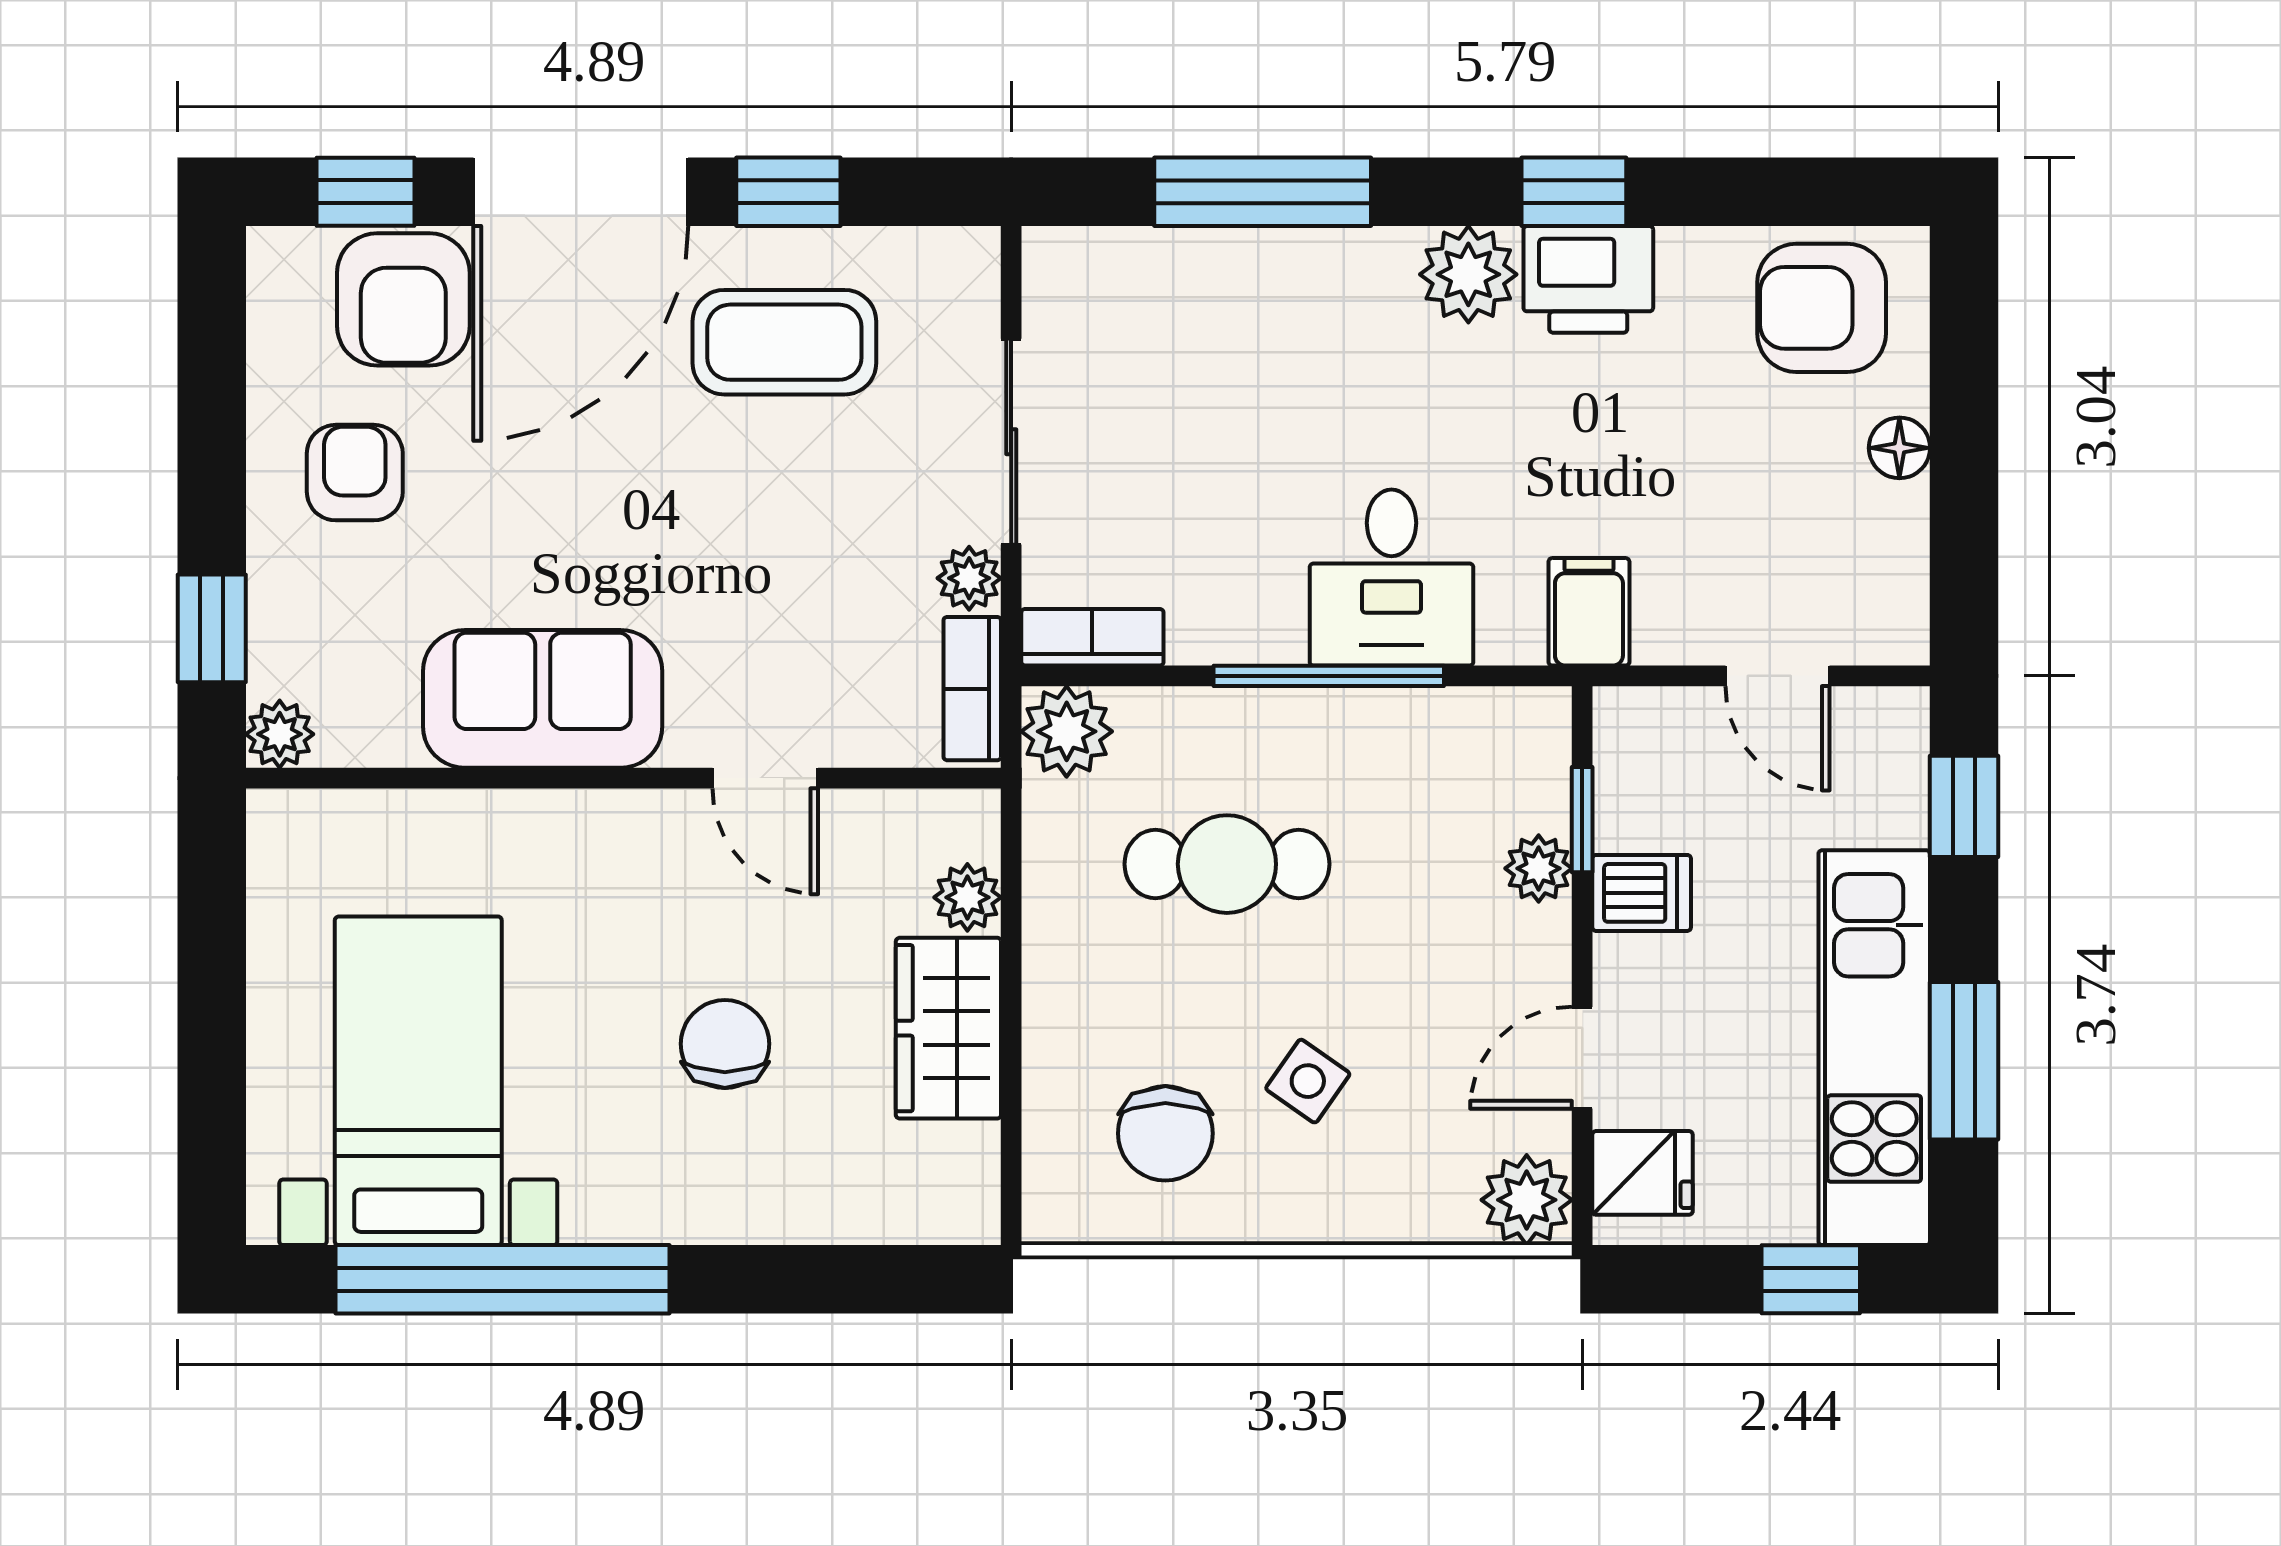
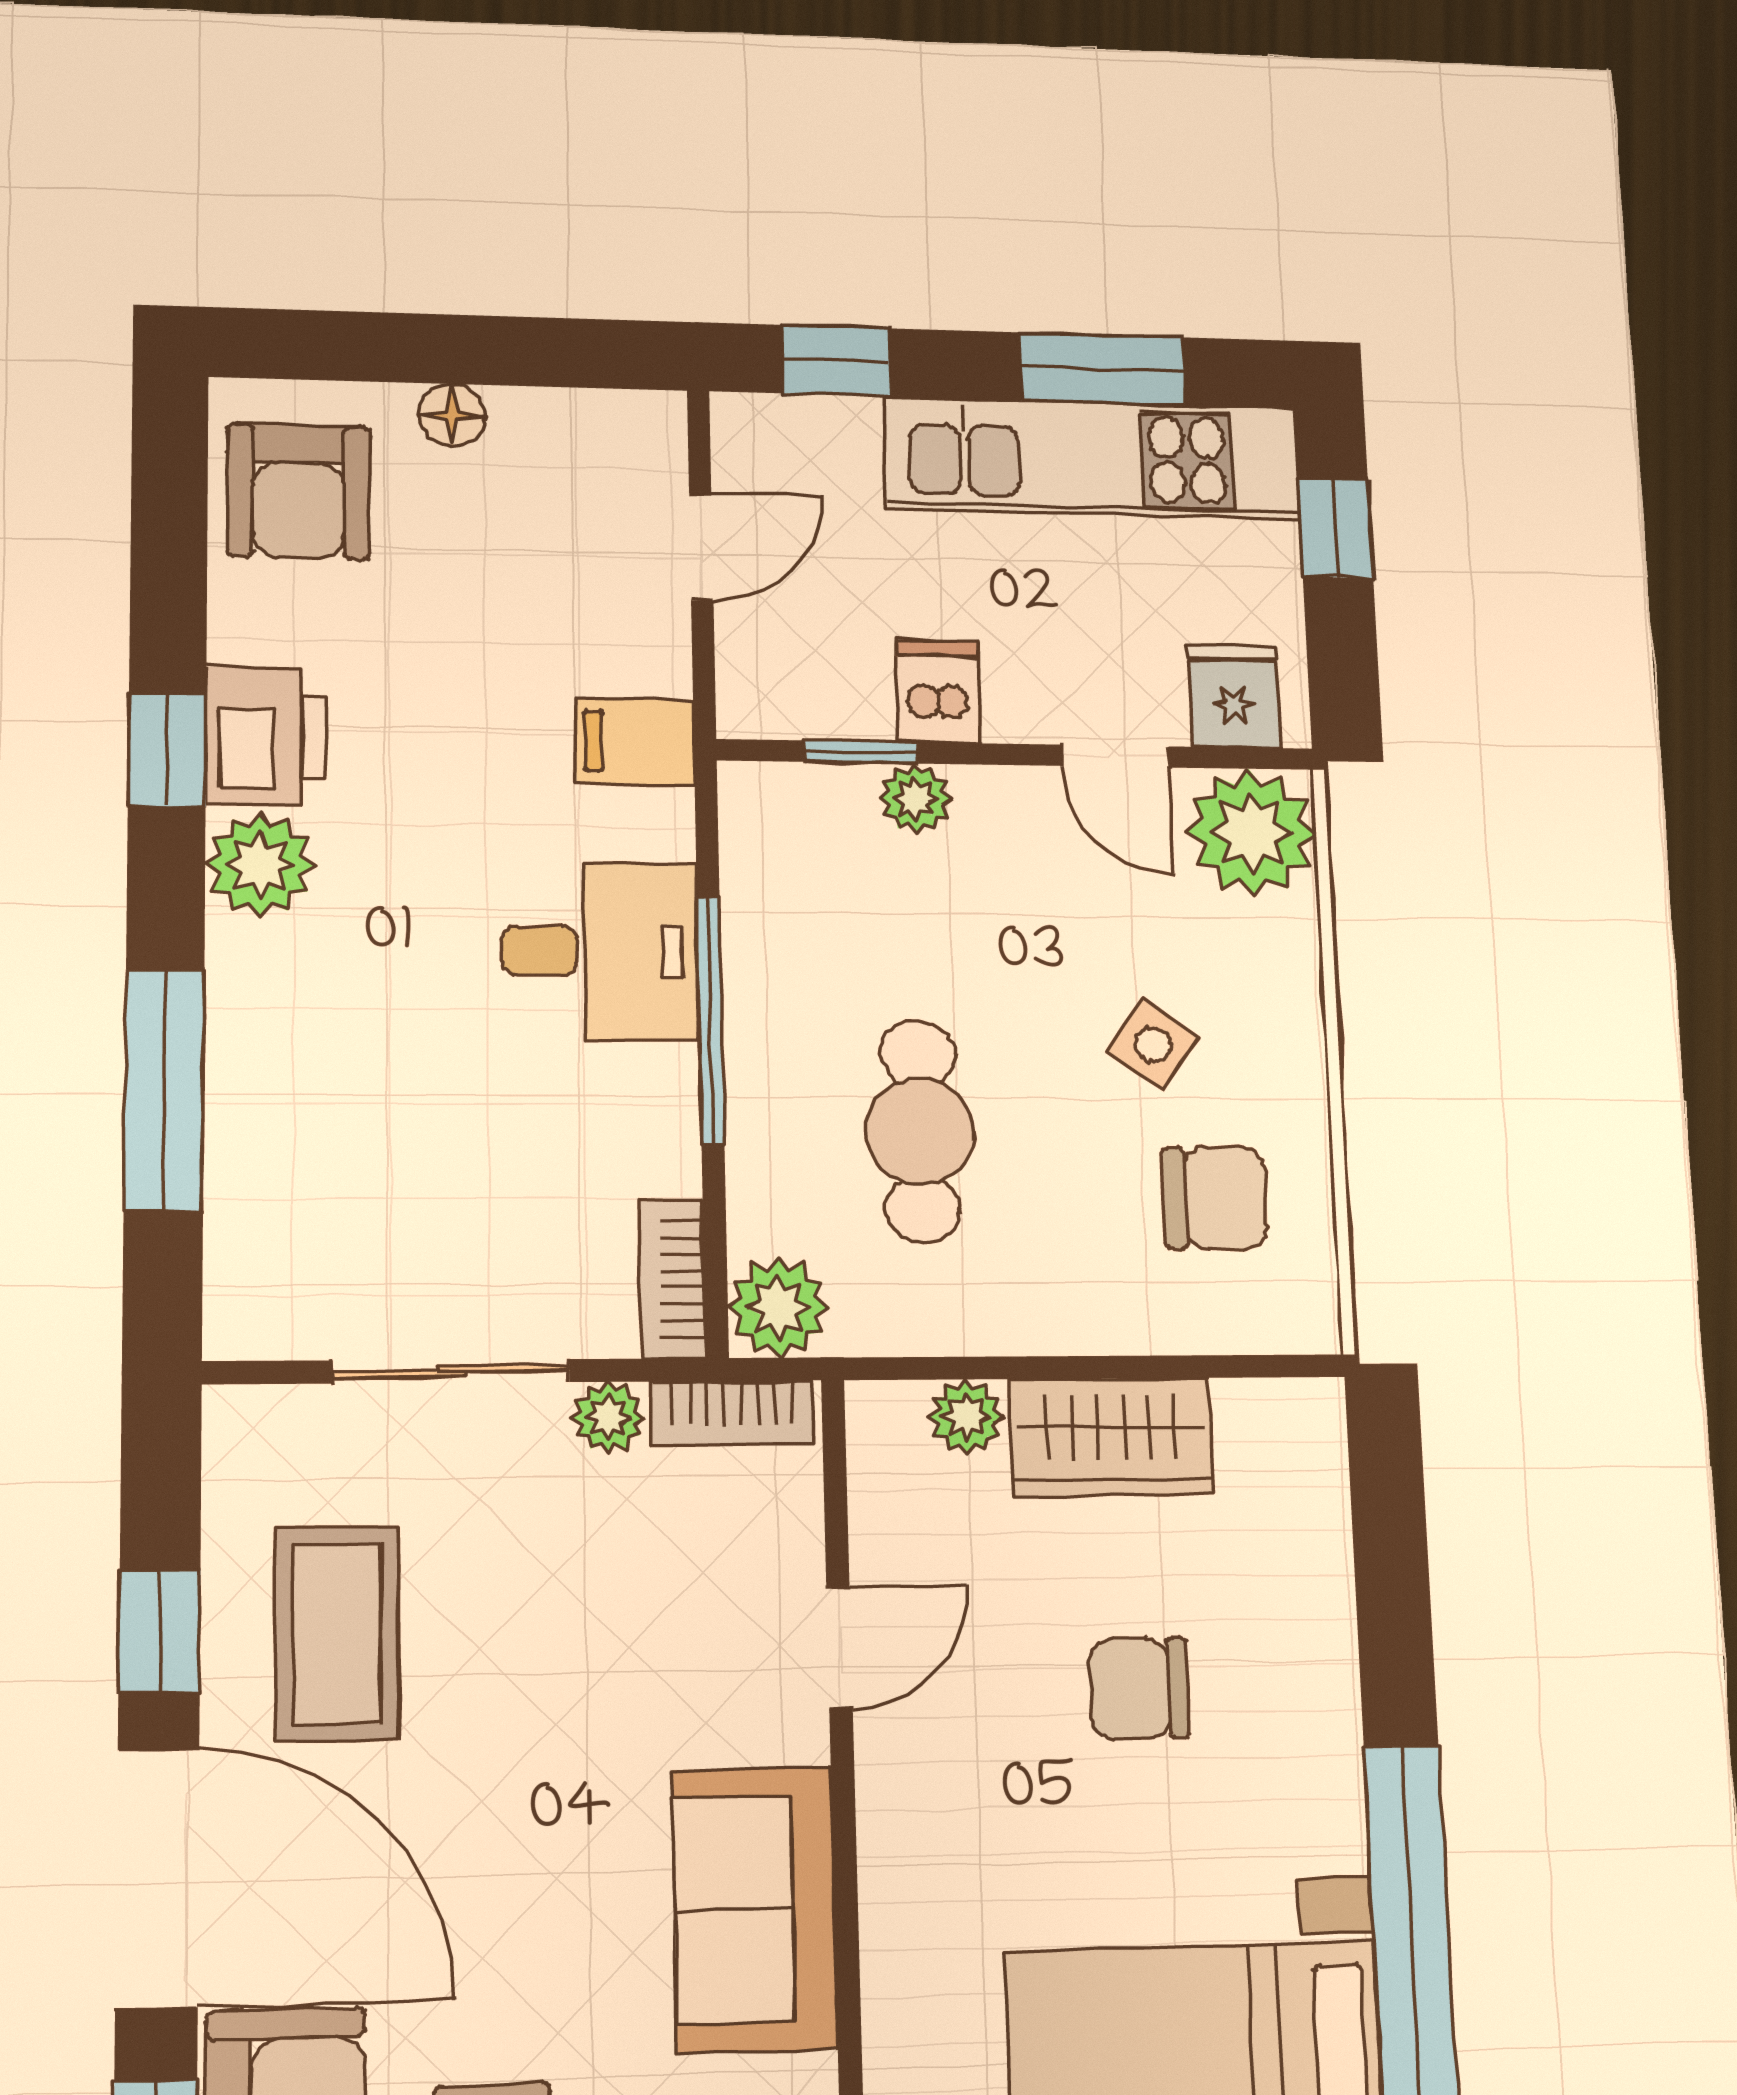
plant: (1527, 1200) -> (1252, 833), width x1.36, depth x1.36

